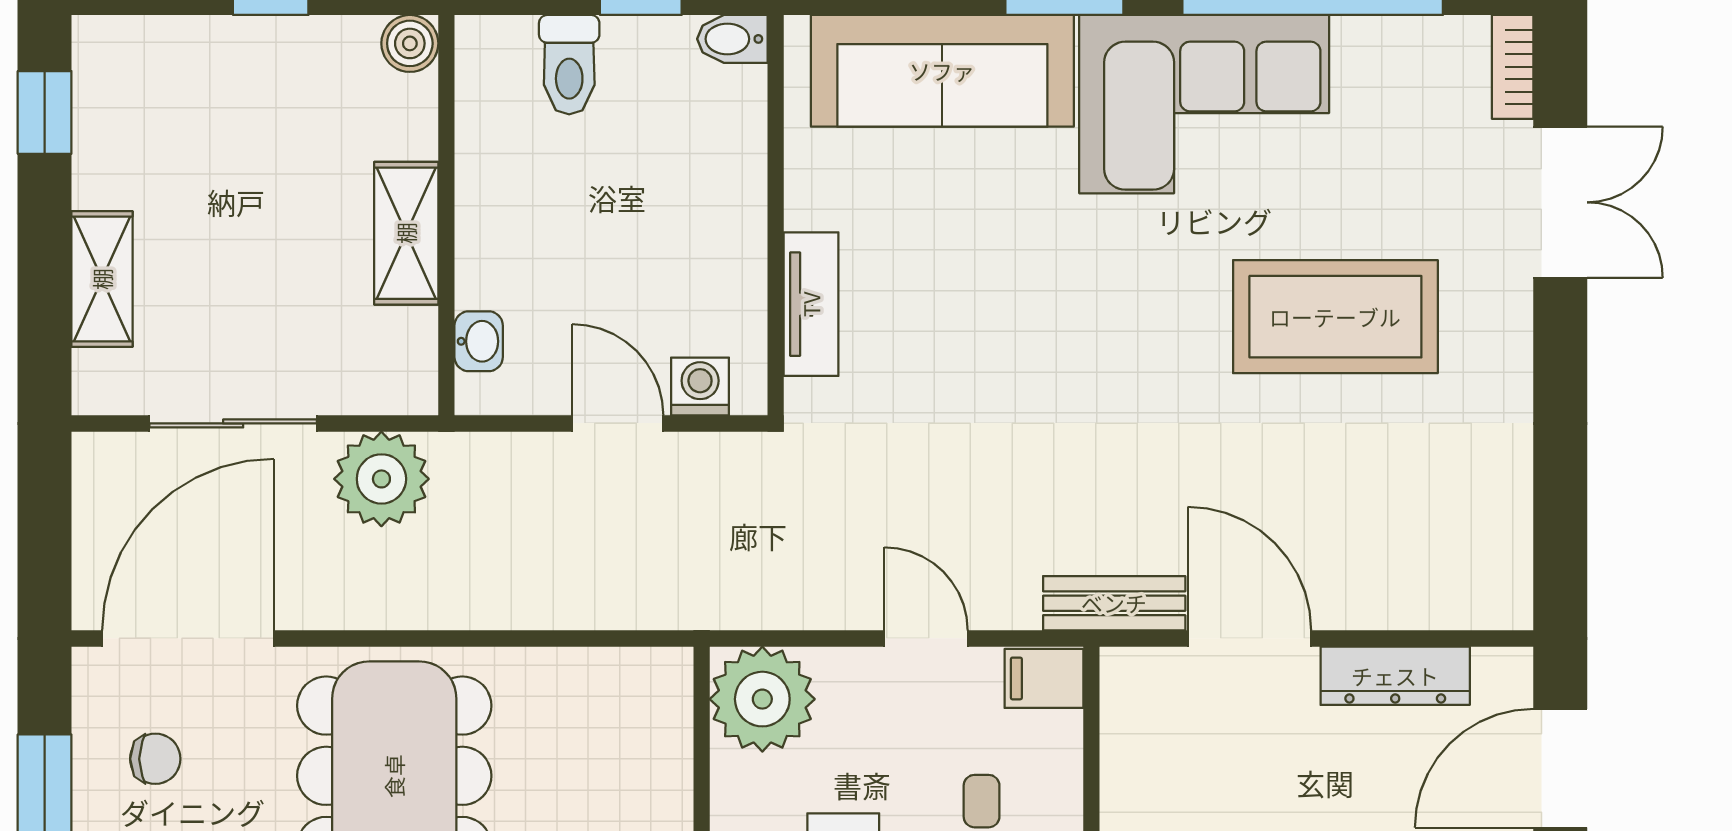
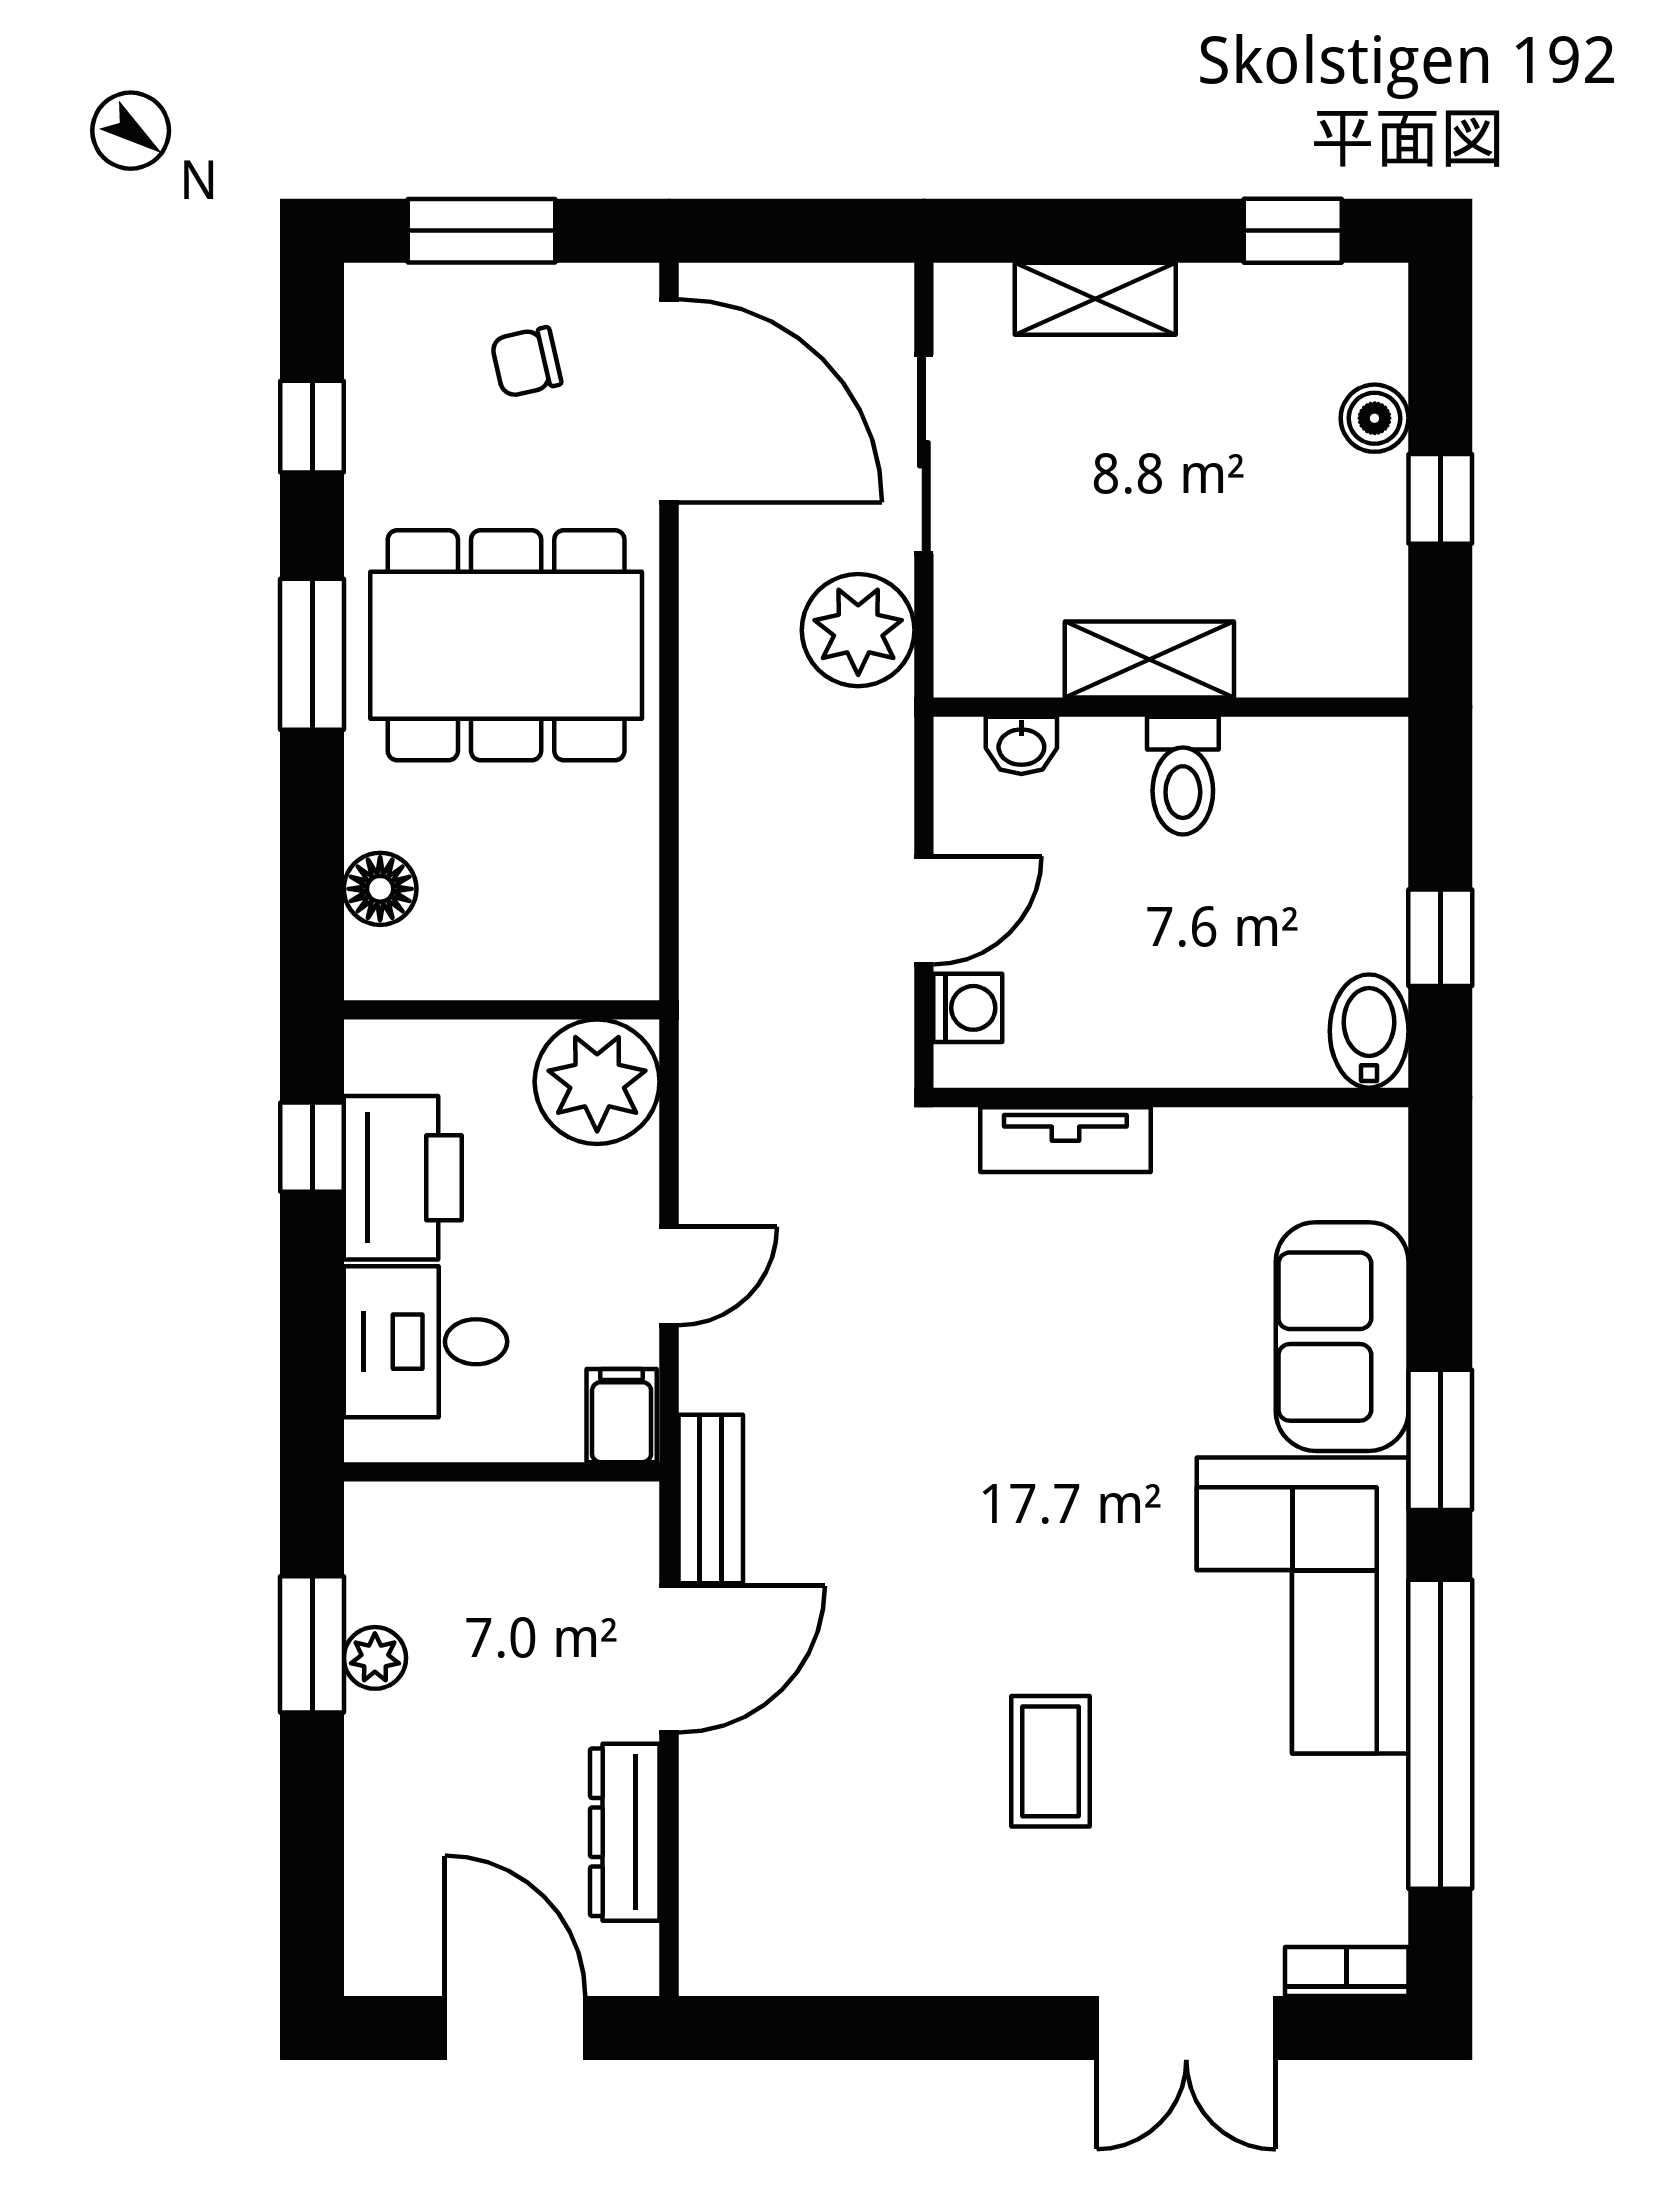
bidet: (732, 39) -> (1369, 1031), width x1.38, depth x1.36
boiler: (410, 43) -> (1375, 418), moved
toilet: (569, 65) -> (1183, 776), moved, turned -90
sofa: (942, 71) -> (1342, 1337), width x0.73
coffee table: (1335, 317) -> (1051, 1761), width x0.54, depth x0.58
chair: (155, 759) -> (526, 362), turned 77

